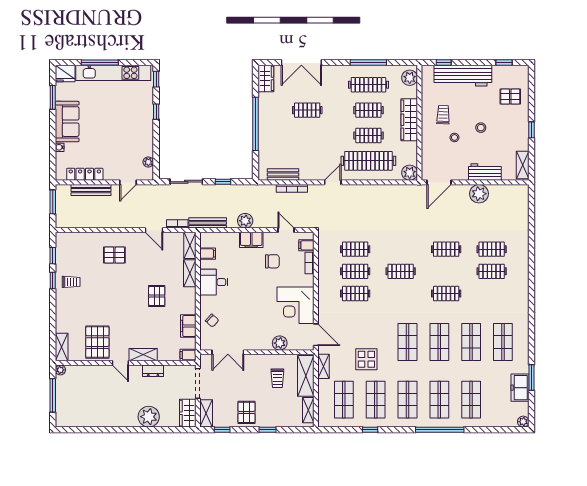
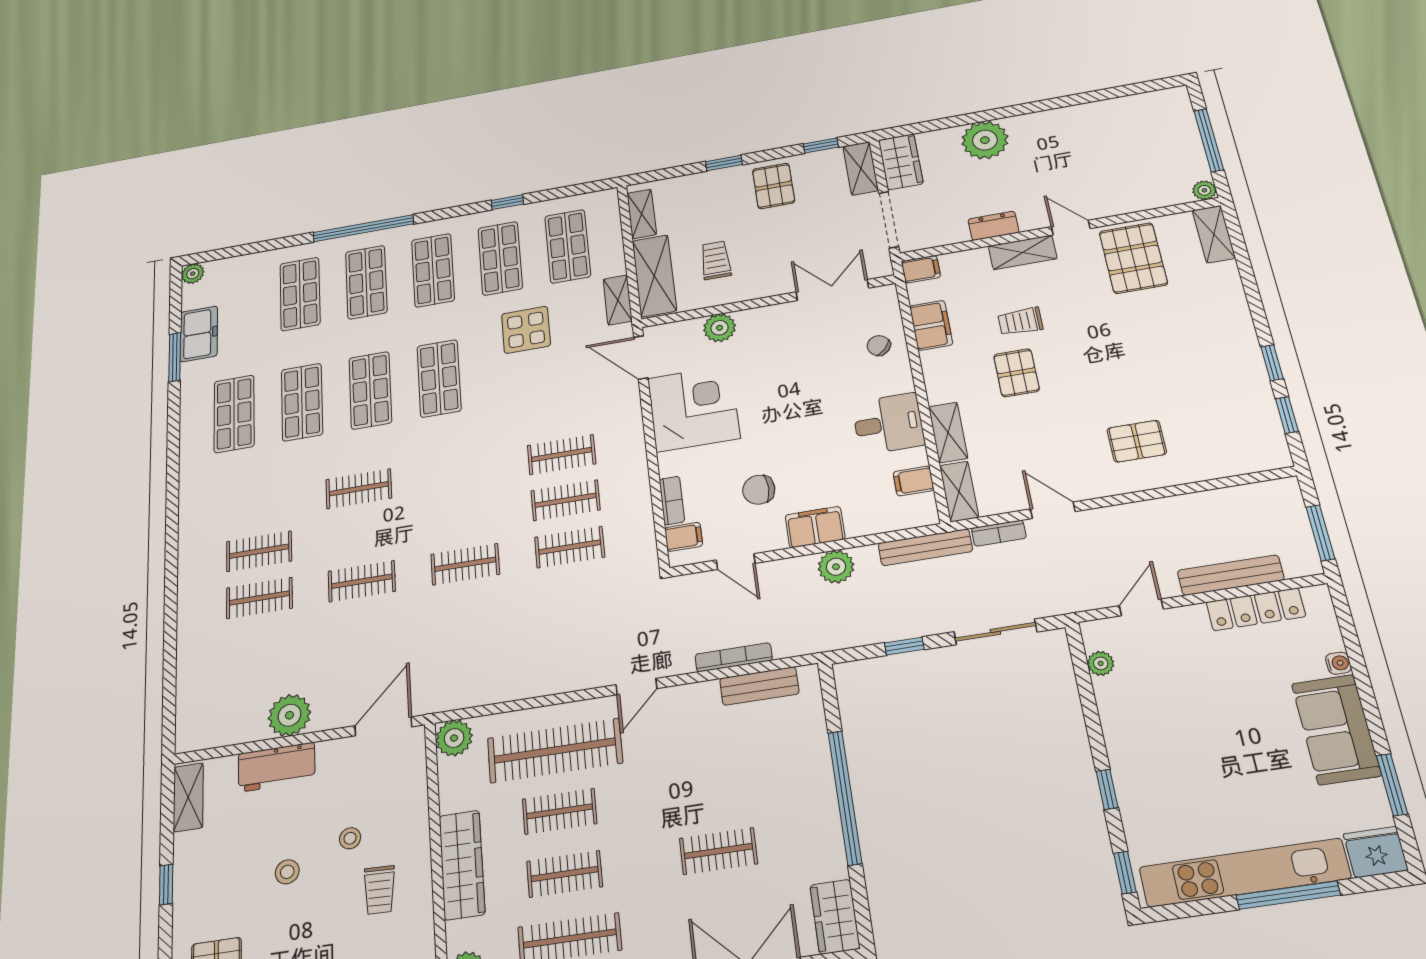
clothes rail: (401, 271) -> (465, 564), moved
trolley: (71, 282) -> (1020, 321), moved

